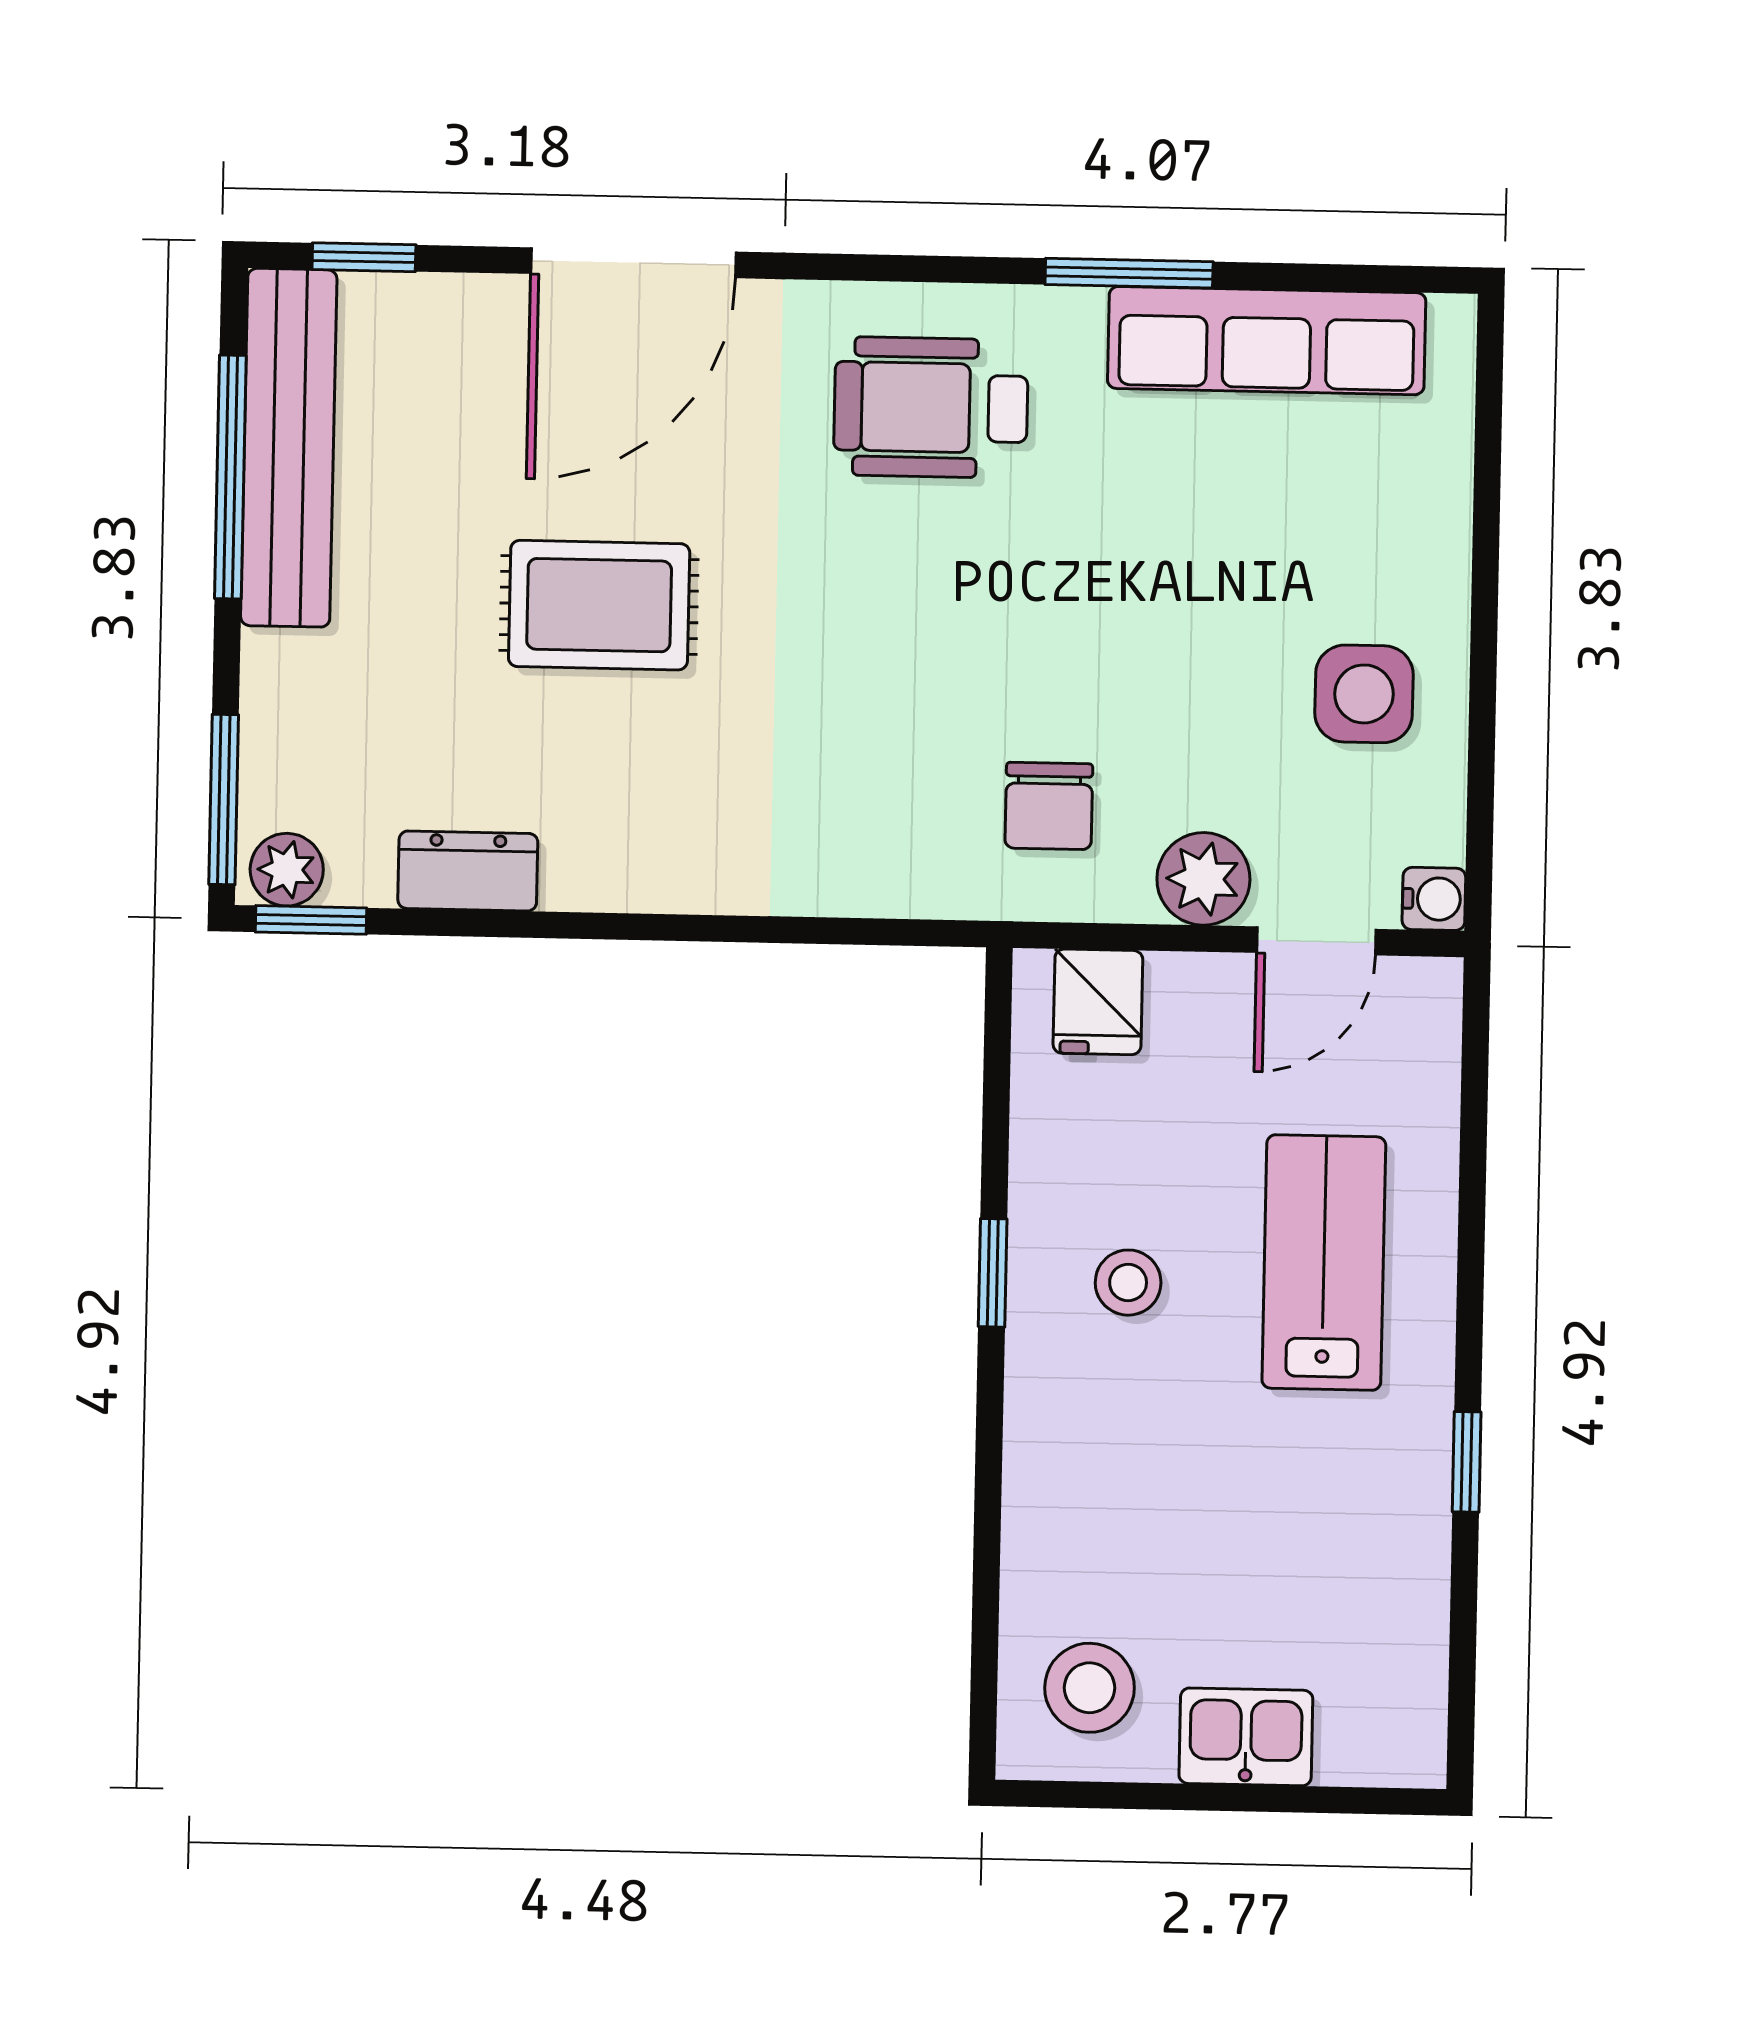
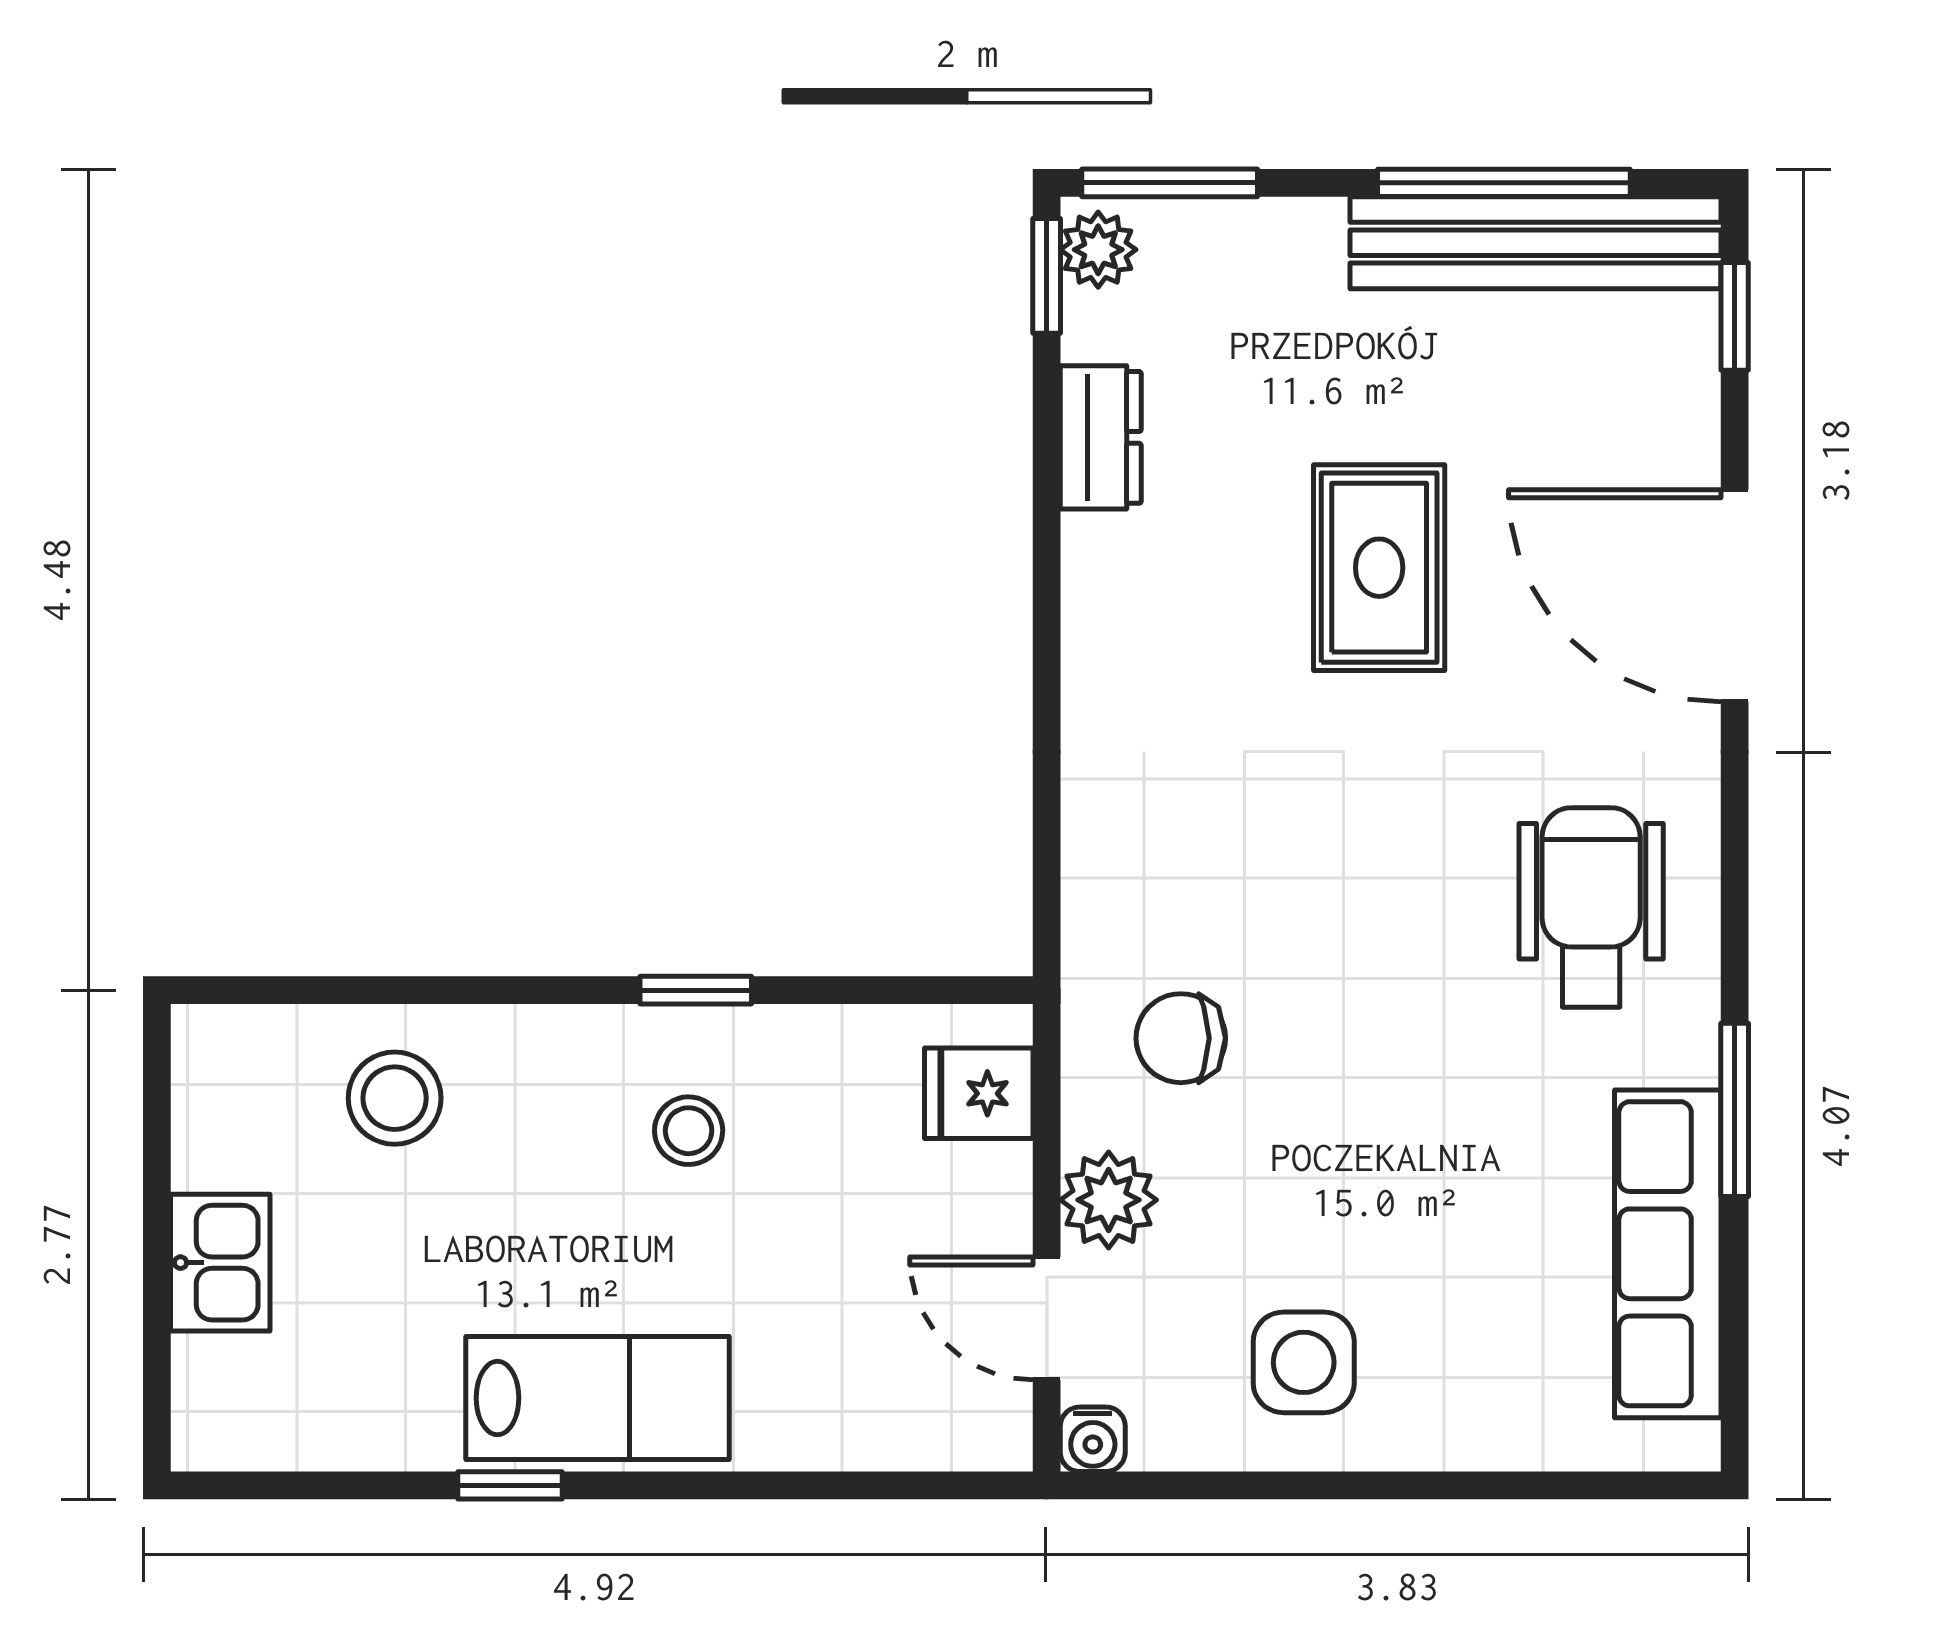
lab bench: (1324, 1263) -> (597, 1398), moved
stool: (1090, 1688) -> (395, 1098), moved

